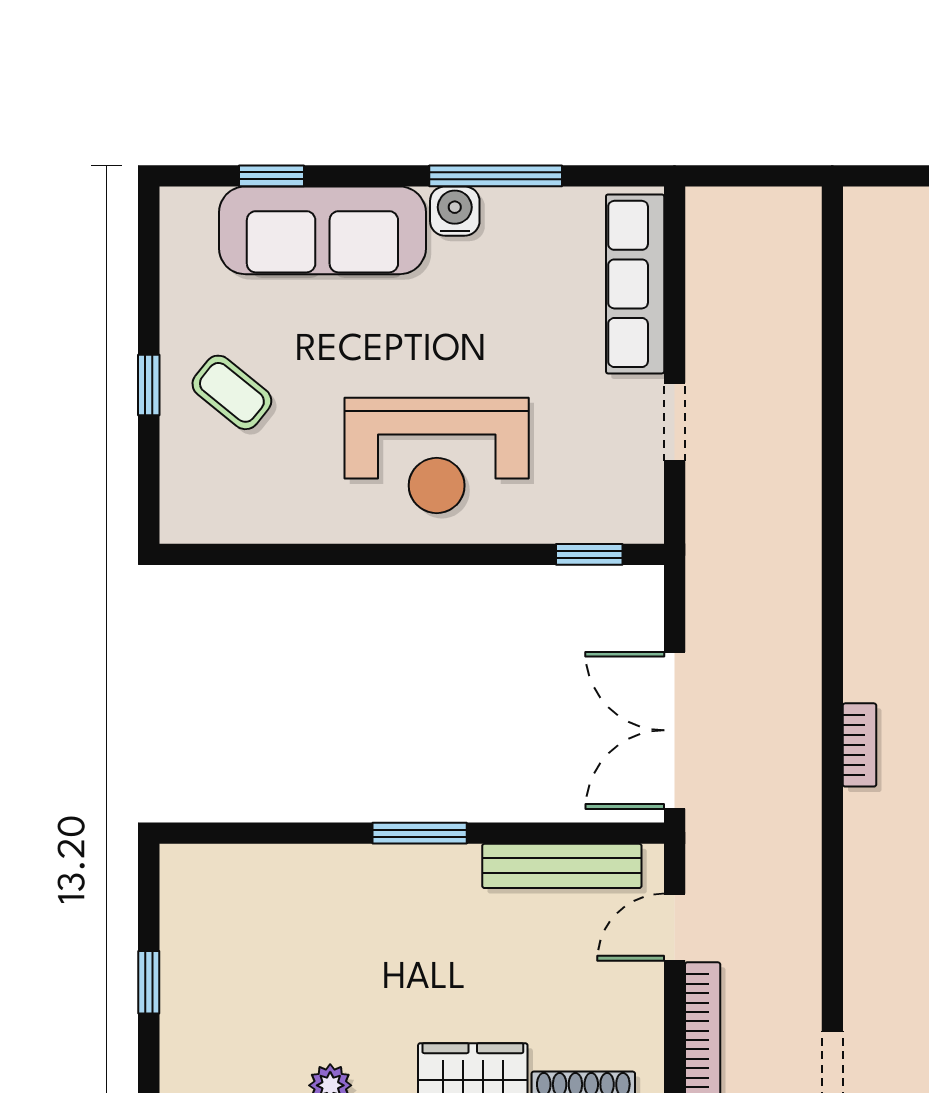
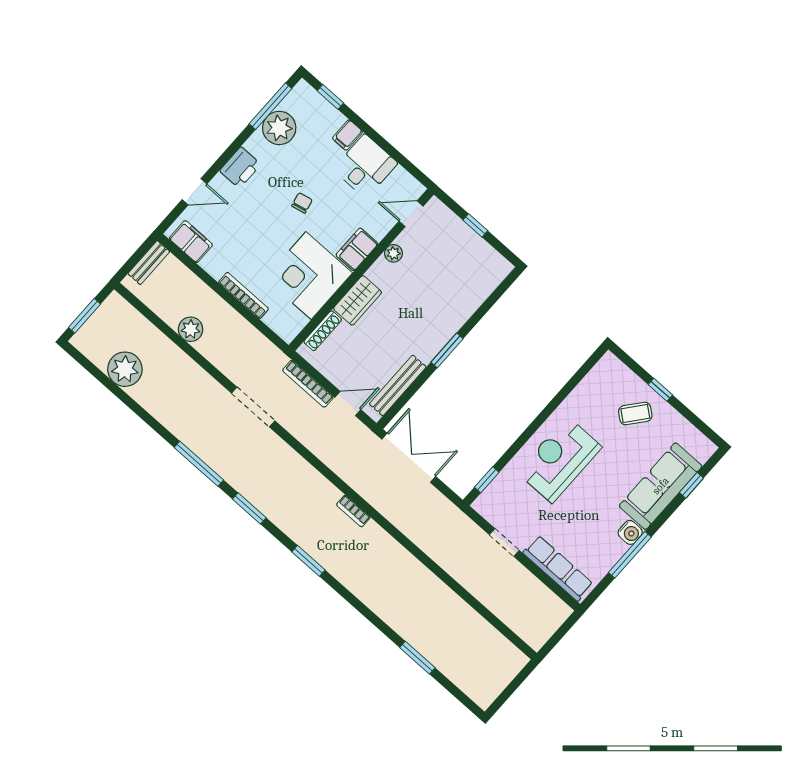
door: (675, 927) -> (348, 404), hinge flipped

